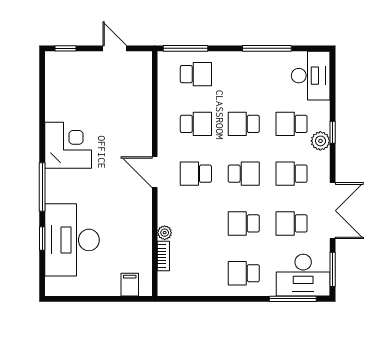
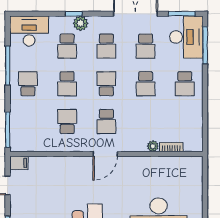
school desk: (196, 74) -> (28, 84), moved
filing cabinet: (130, 285) -> (19, 163), moved, turned 180

